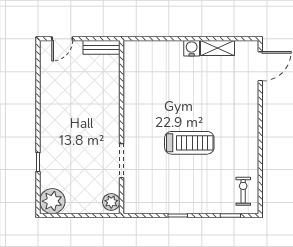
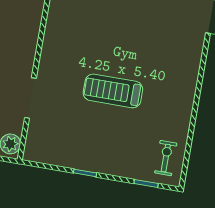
treadmill: (189, 143) -> (113, 91), turned 180

